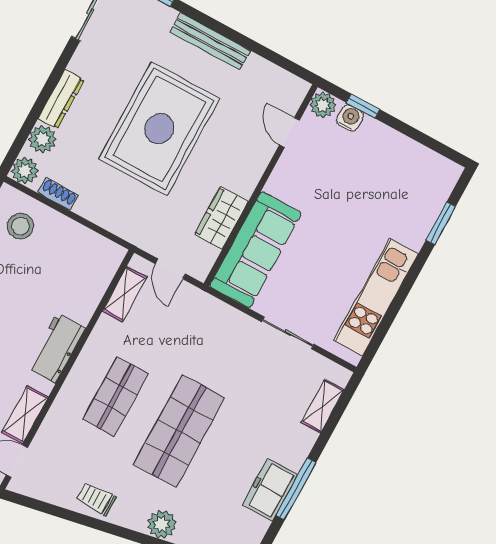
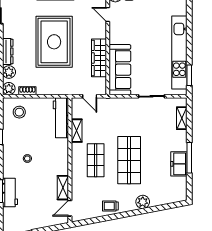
wardrobe: (221, 218) -> (99, 58), width x1.50
window: (441, 223) -> (189, 75), moved
shelving: (124, 294) -> (77, 131), moved
kitchen unit: (376, 297) -> (179, 52), width x1.36
workbench: (57, 348) -> (61, 118), moved, width x1.37

